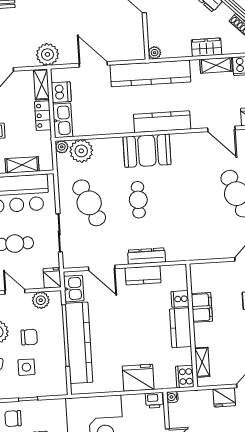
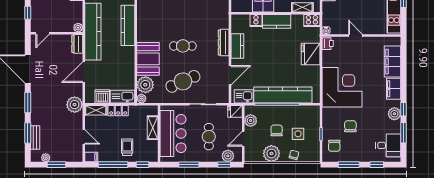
dresser: (132, 53) -> (77, 44), added
booth: (147, 151) -> (148, 59), moved

